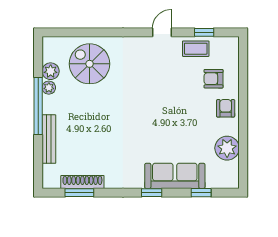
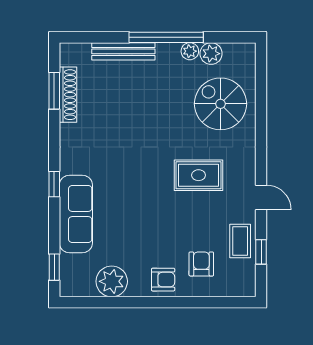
spiral stairs: (90, 64) -> (220, 104), turned -90
rug: (145, 81) -> (199, 175), added
window: (201, 193) -> (54, 267), moved

